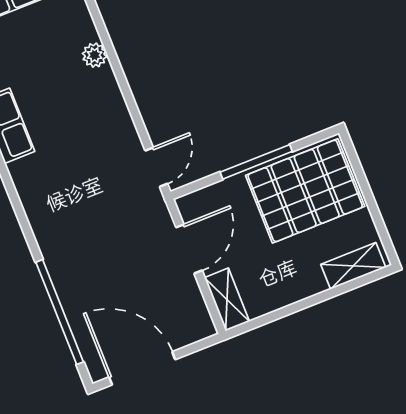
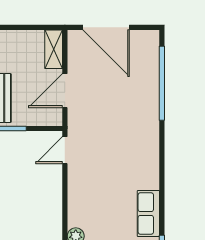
door: (142, 368) -> (106, 27), moved

